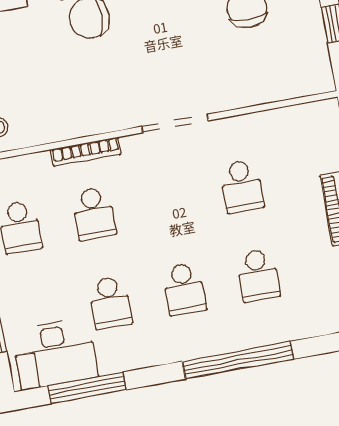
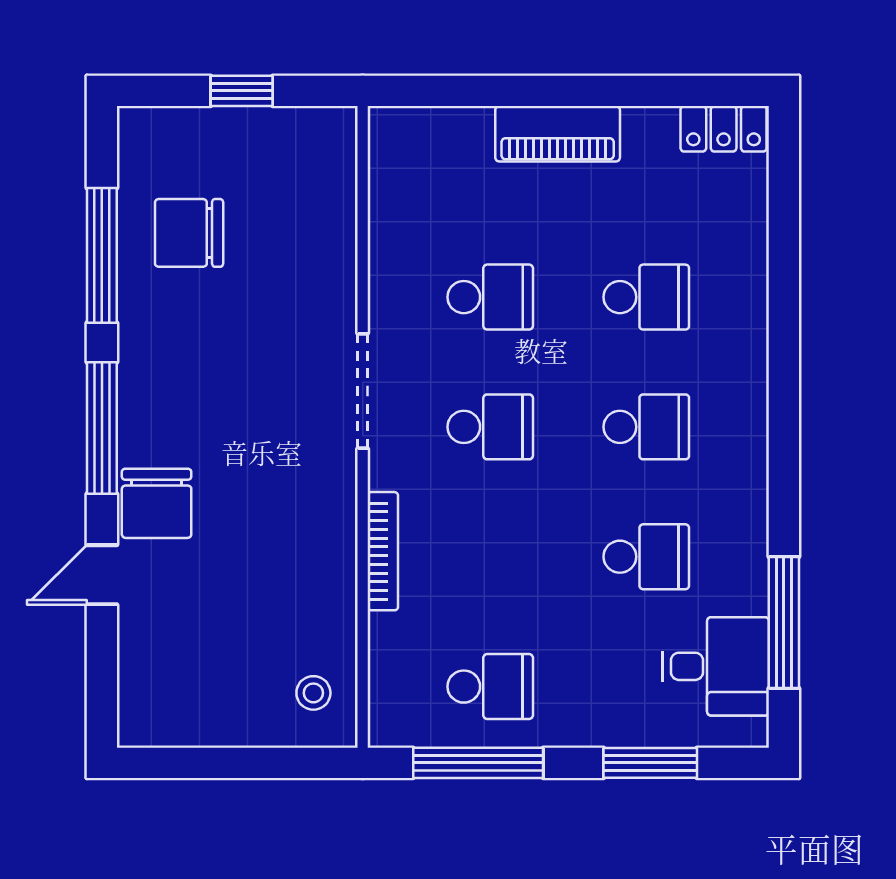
school desk: (94, 214) -> (490, 427), moved
desk: (55, 354) -> (716, 666), width x0.73
window: (238, 360) -> (784, 358), removed

